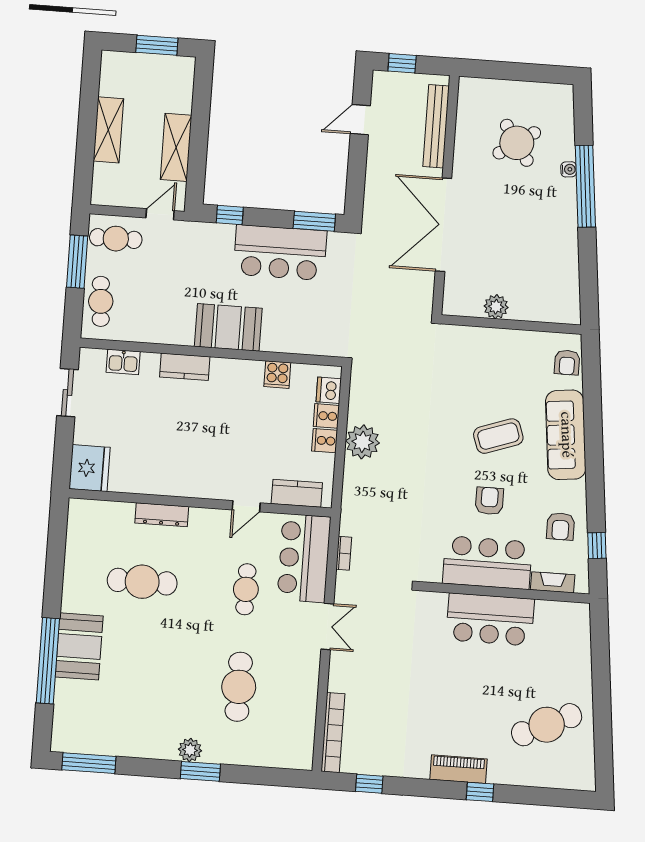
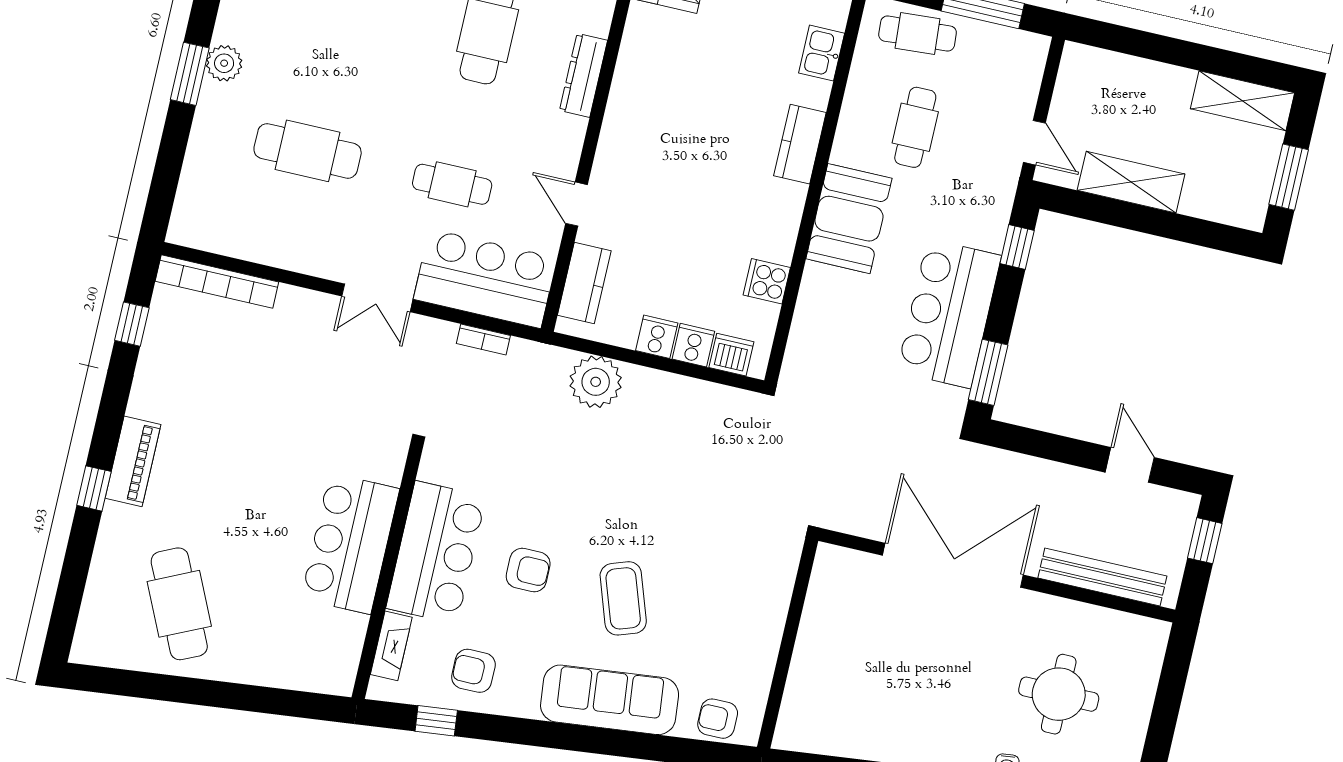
shelving: (108, 130) -> (1243, 101), moved
round table: (517, 143) -> (1059, 694), turned 34
cafe table: (116, 239) -> (915, 127), moved
plant: (496, 307) -> (818, 625), removed
plant: (363, 442) -> (596, 382), moved

